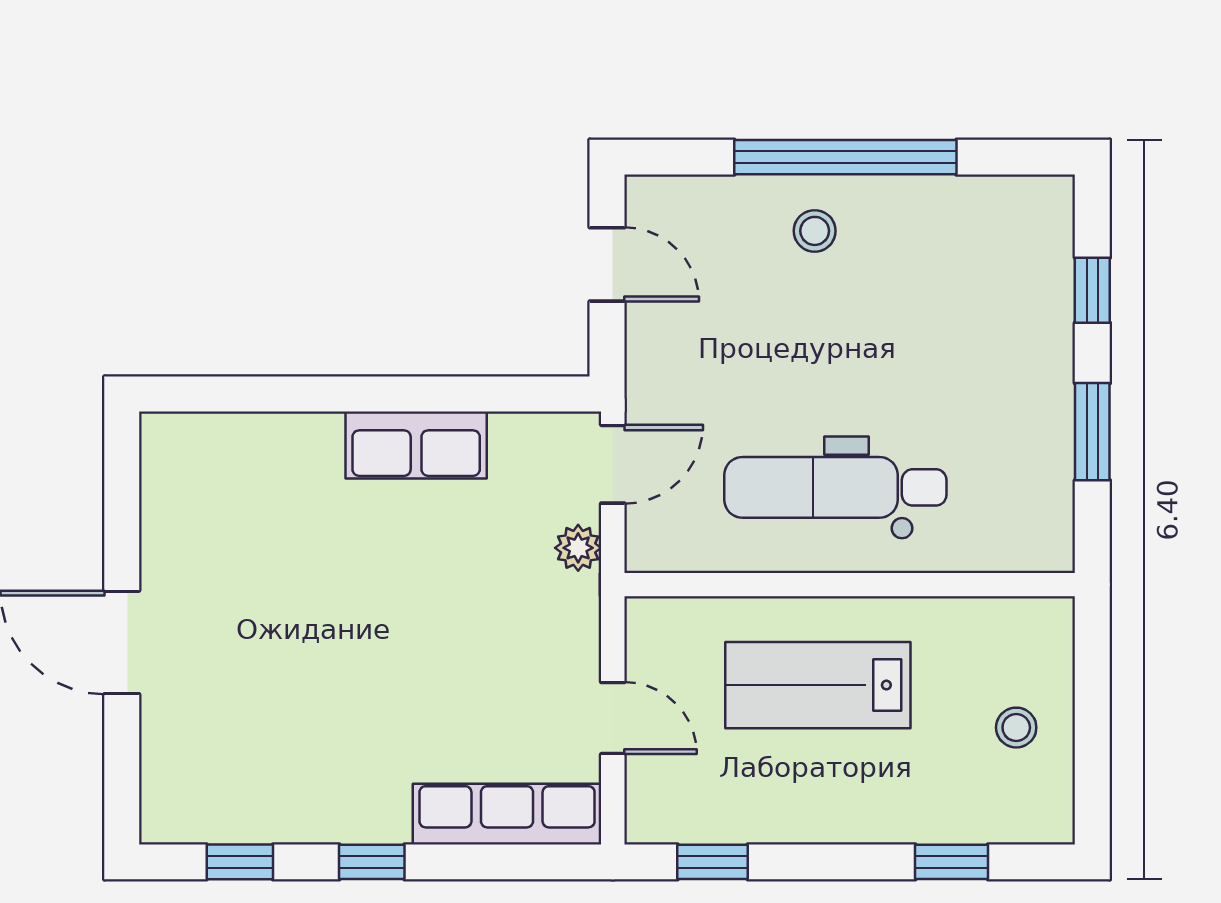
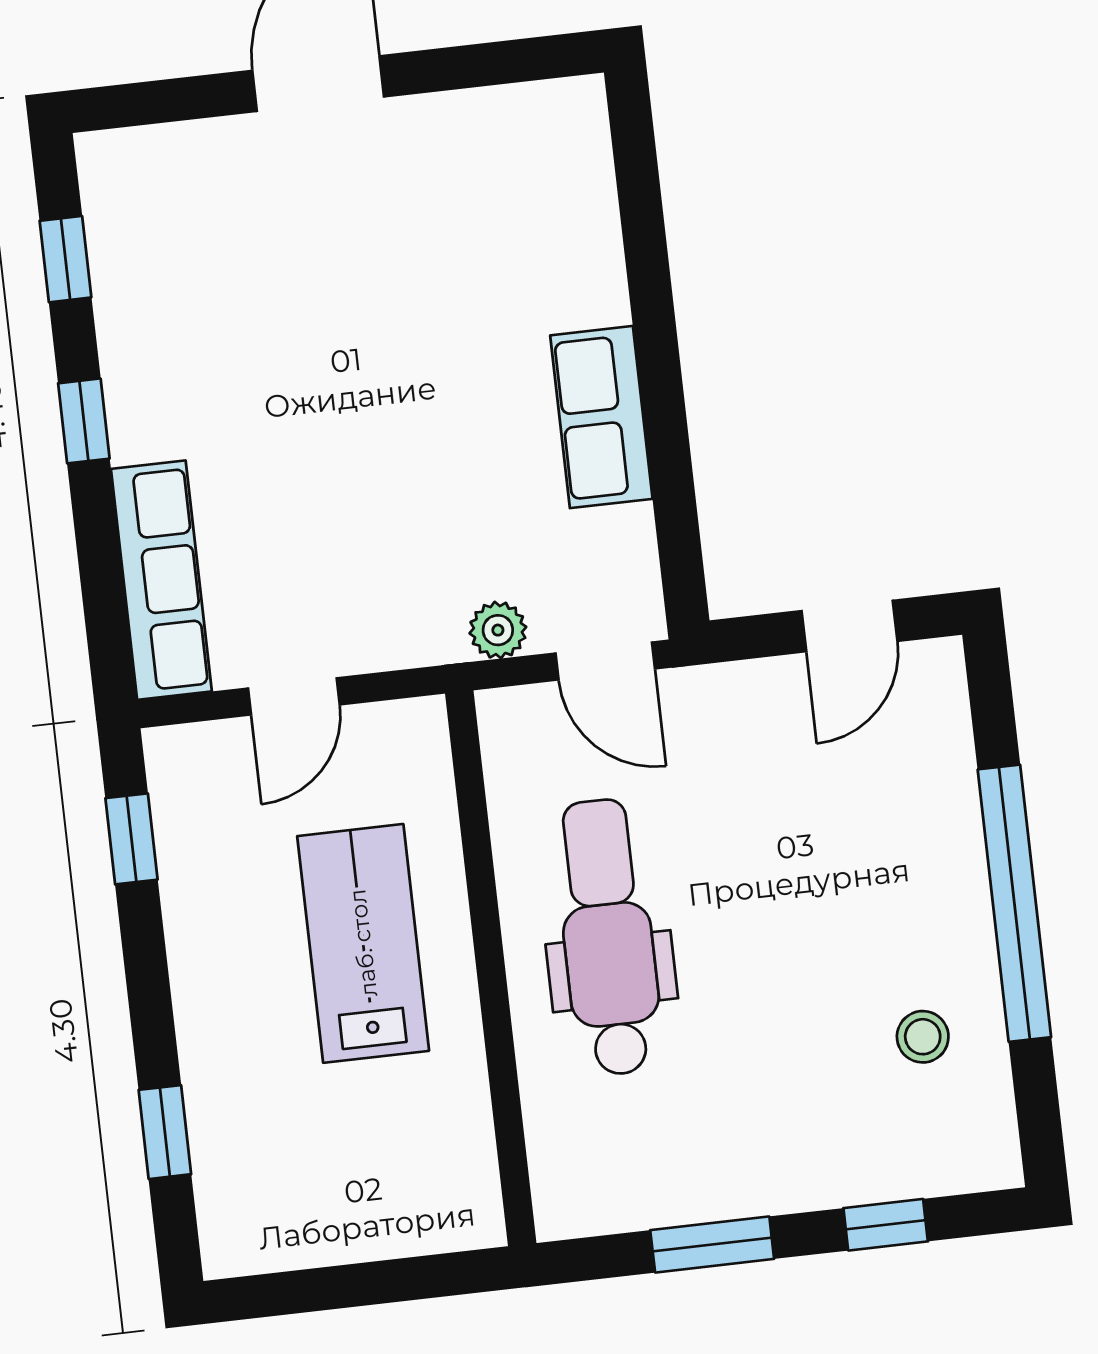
stool: (815, 231) -> (923, 1037), moved
stool: (1016, 728) -> (339, 1193), removed

